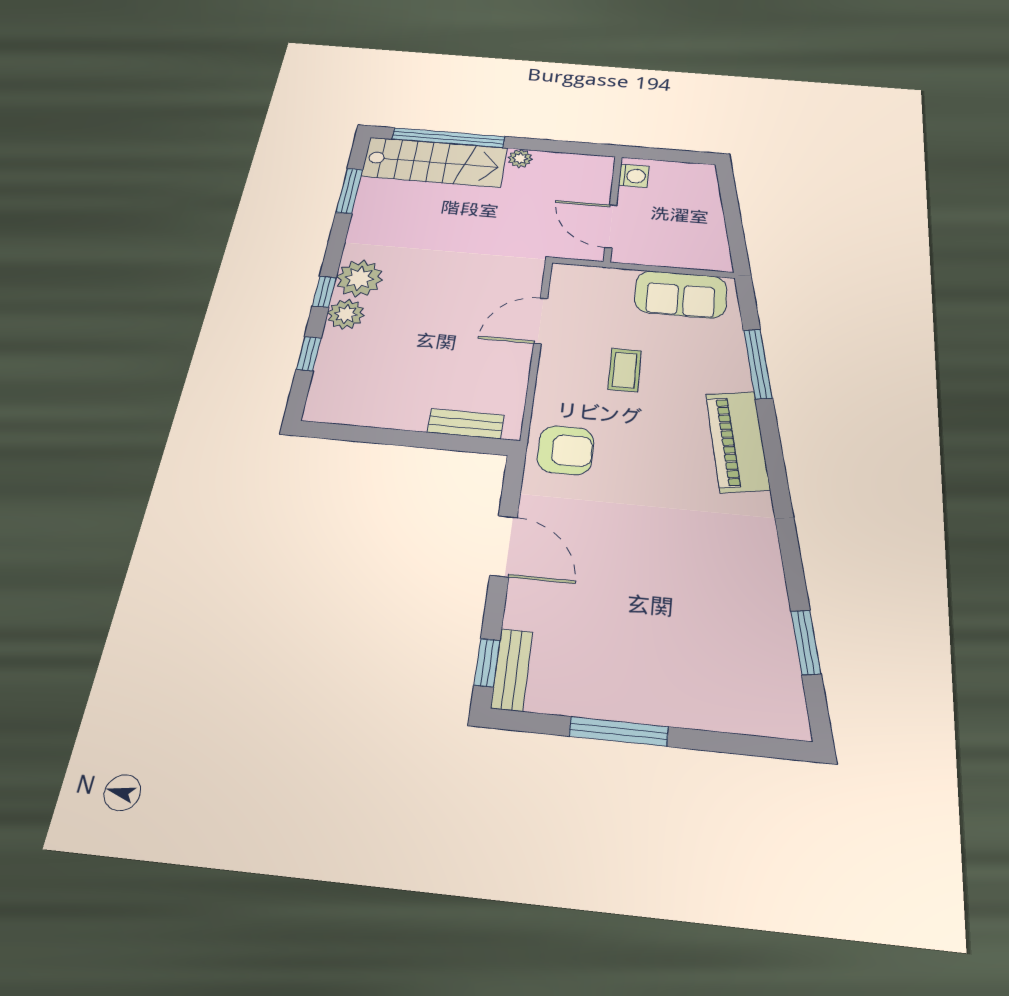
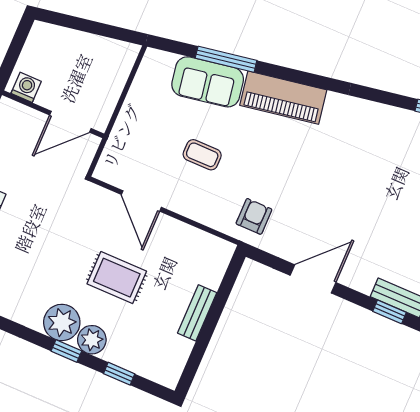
sofa: (681, 294) -> (208, 82), moved, turned 80
rug: (434, 320) -> (117, 278), added
bench: (466, 424) -> (197, 313), moved
armchair: (566, 450) -> (254, 216), width x0.72, depth x0.72

